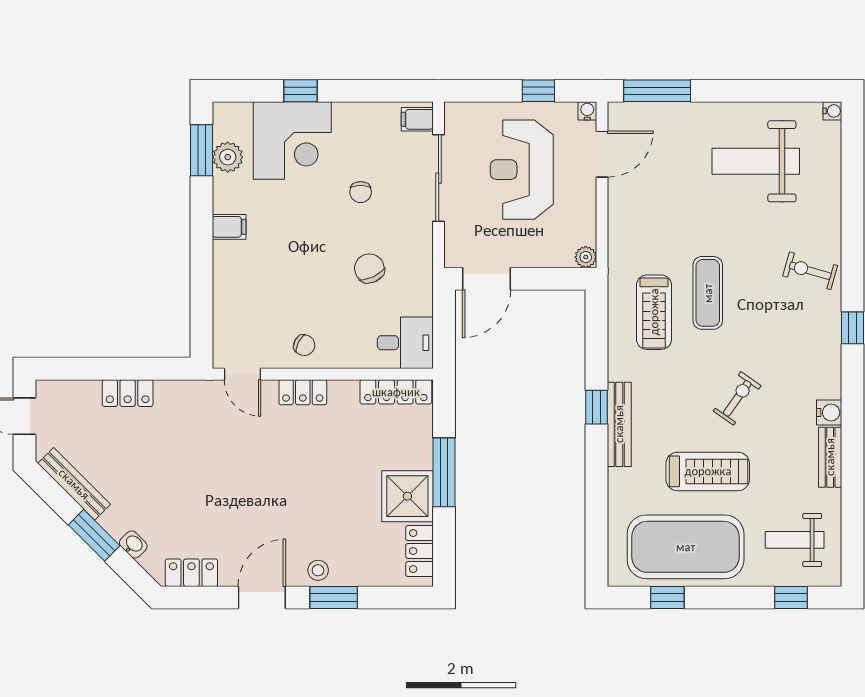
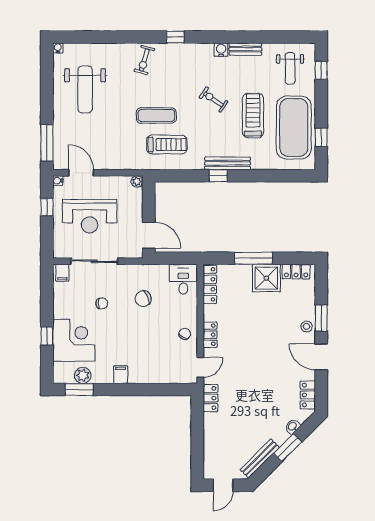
locker: (128, 393) -> (211, 398), moved

